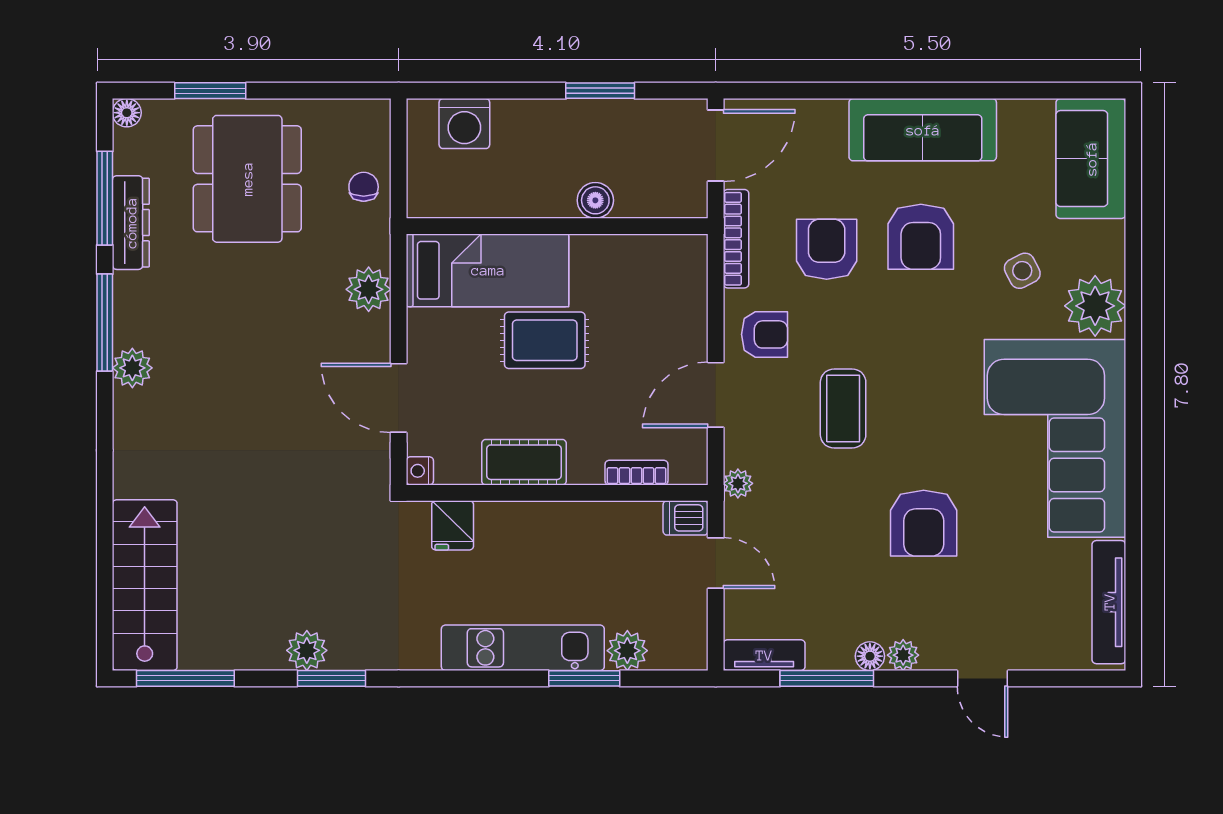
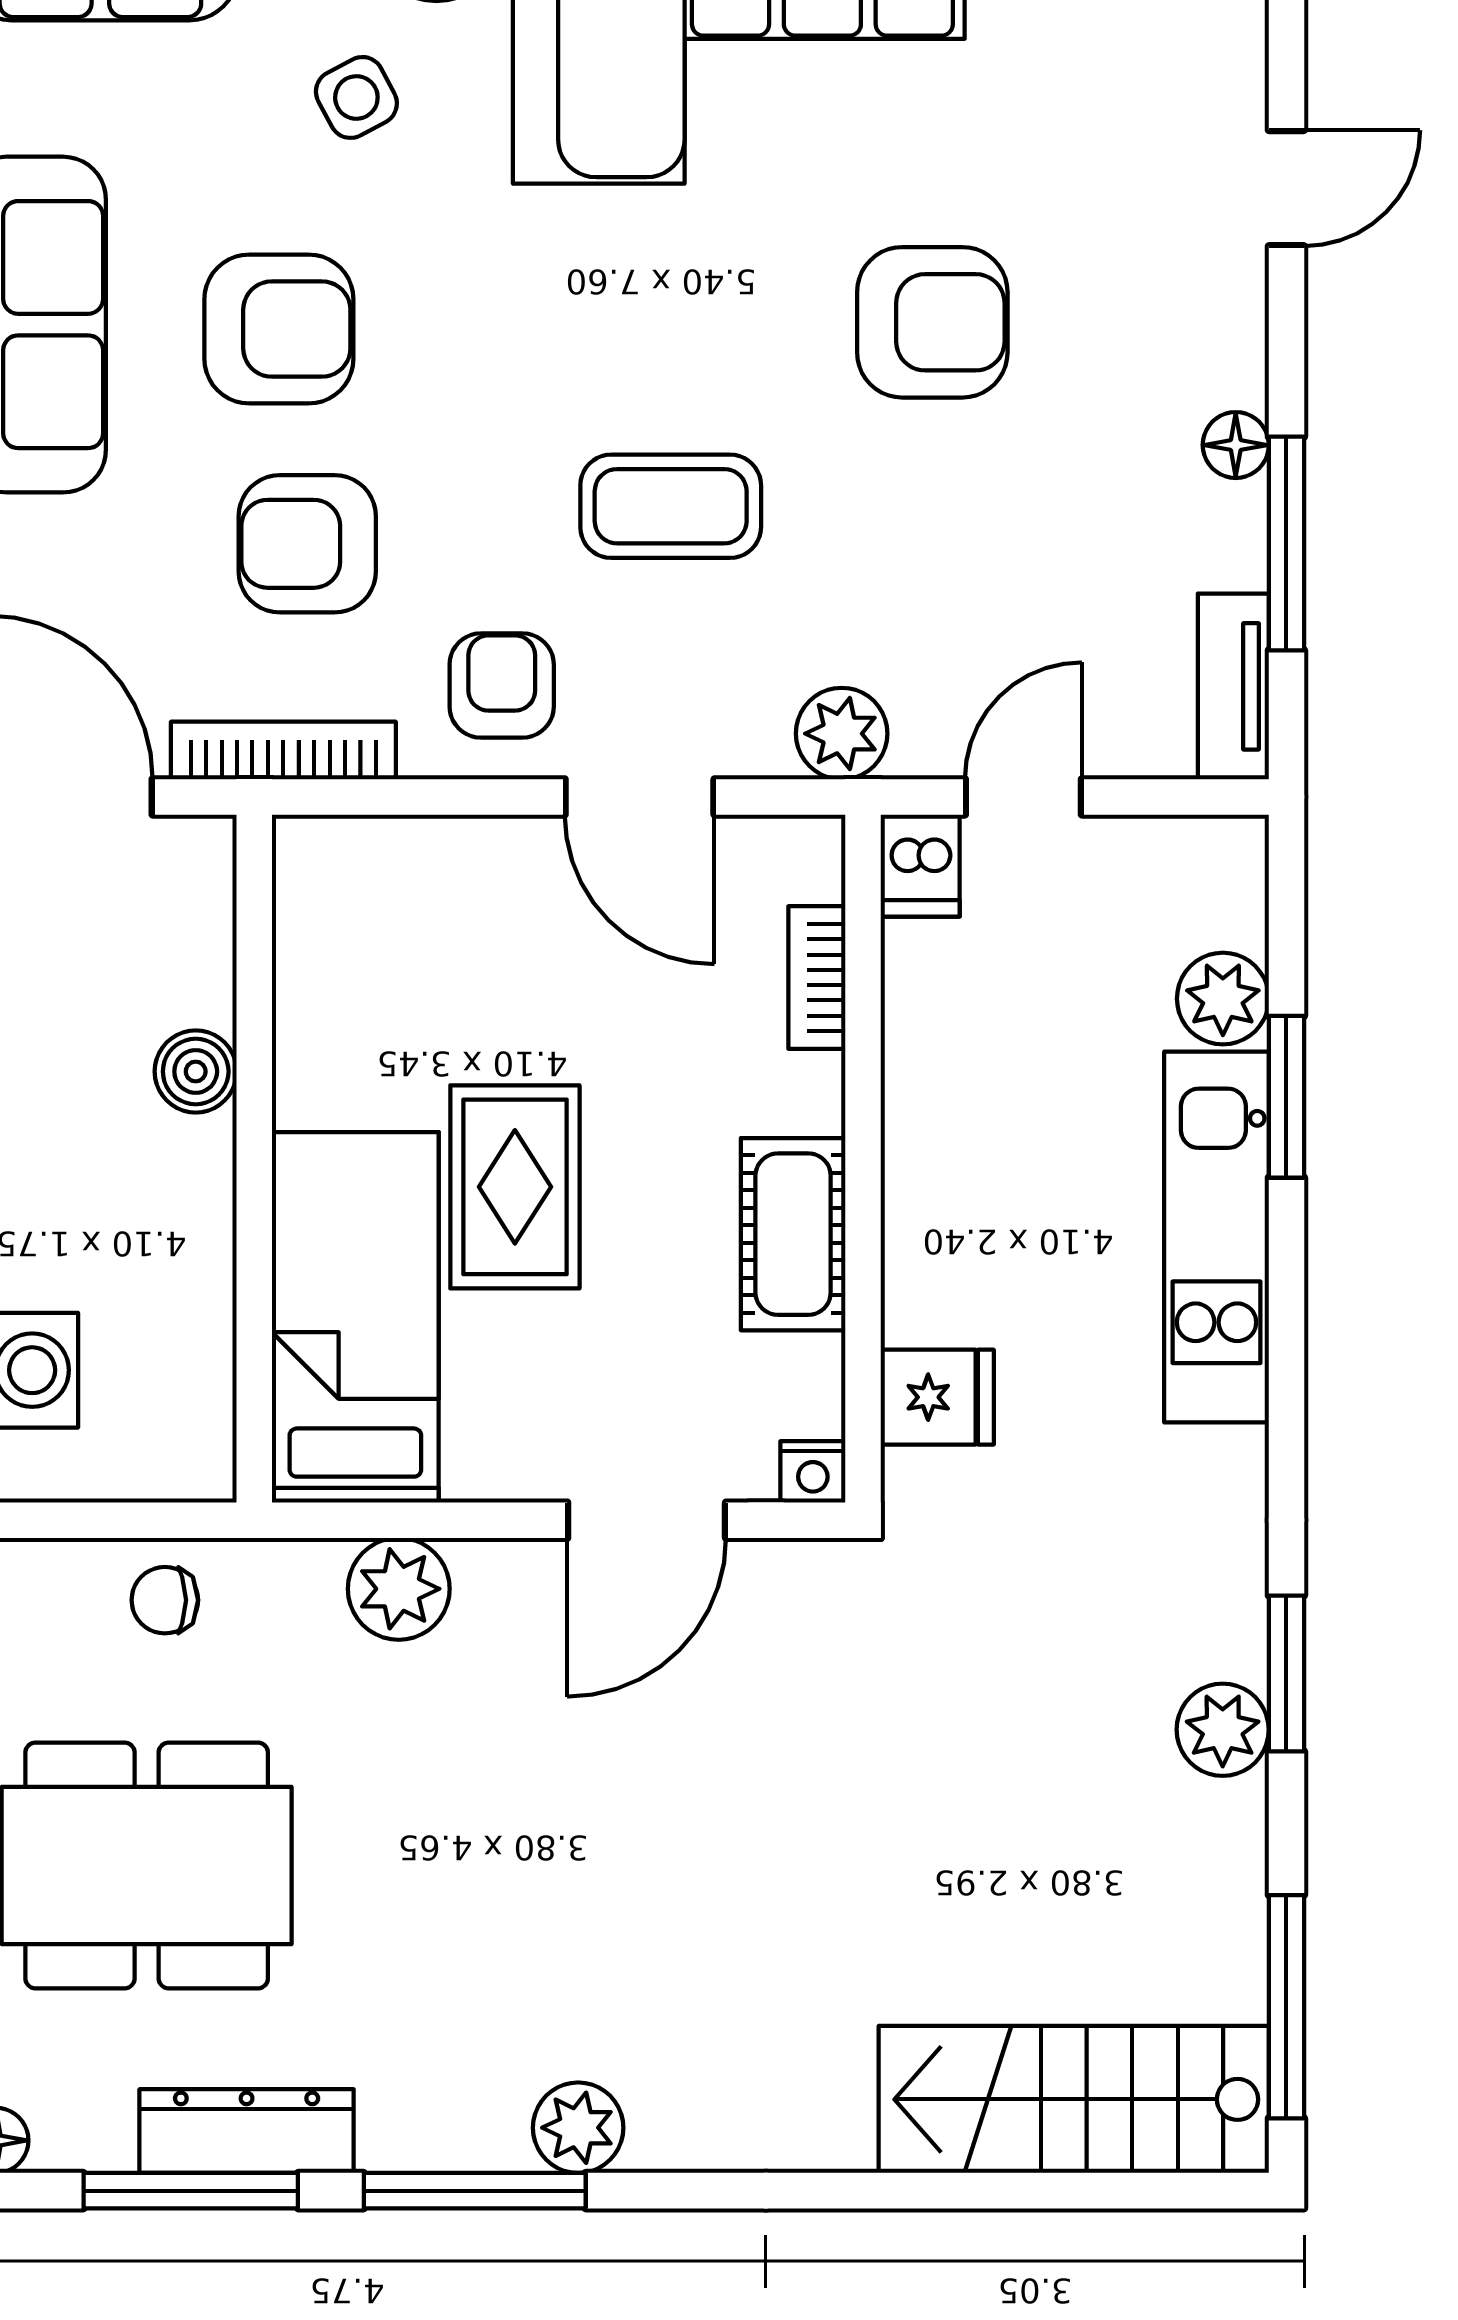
plant: (738, 483) -> (842, 734), width x1.38, depth x1.38
plant: (903, 655) -> (1233, 369), removed

